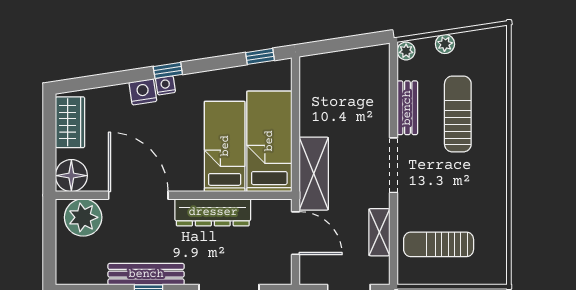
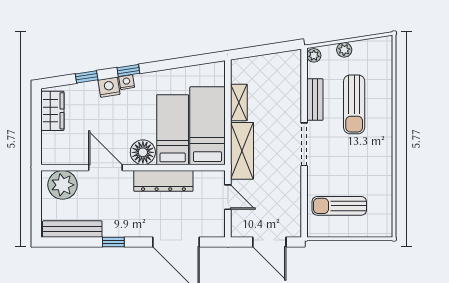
window: (260, 56) -> (87, 77), moved
sun lounger: (458, 114) -> (354, 104), turned 180
floor lamp: (71, 176) -> (143, 152), moved
door: (138, 195) -> (105, 168), width x0.73
shelving: (379, 232) -> (239, 103), moved
door: (296, 233) -> (228, 197), width x0.73
bench: (146, 274) -> (72, 229), moved

